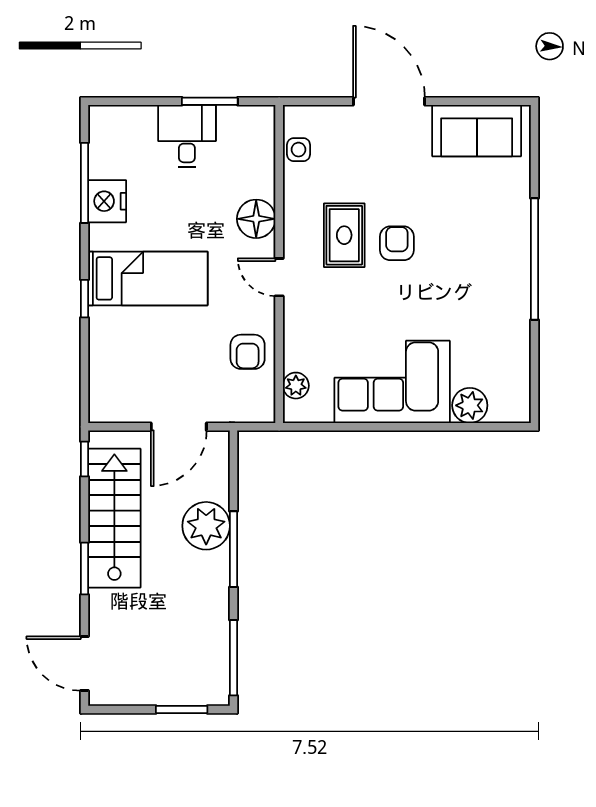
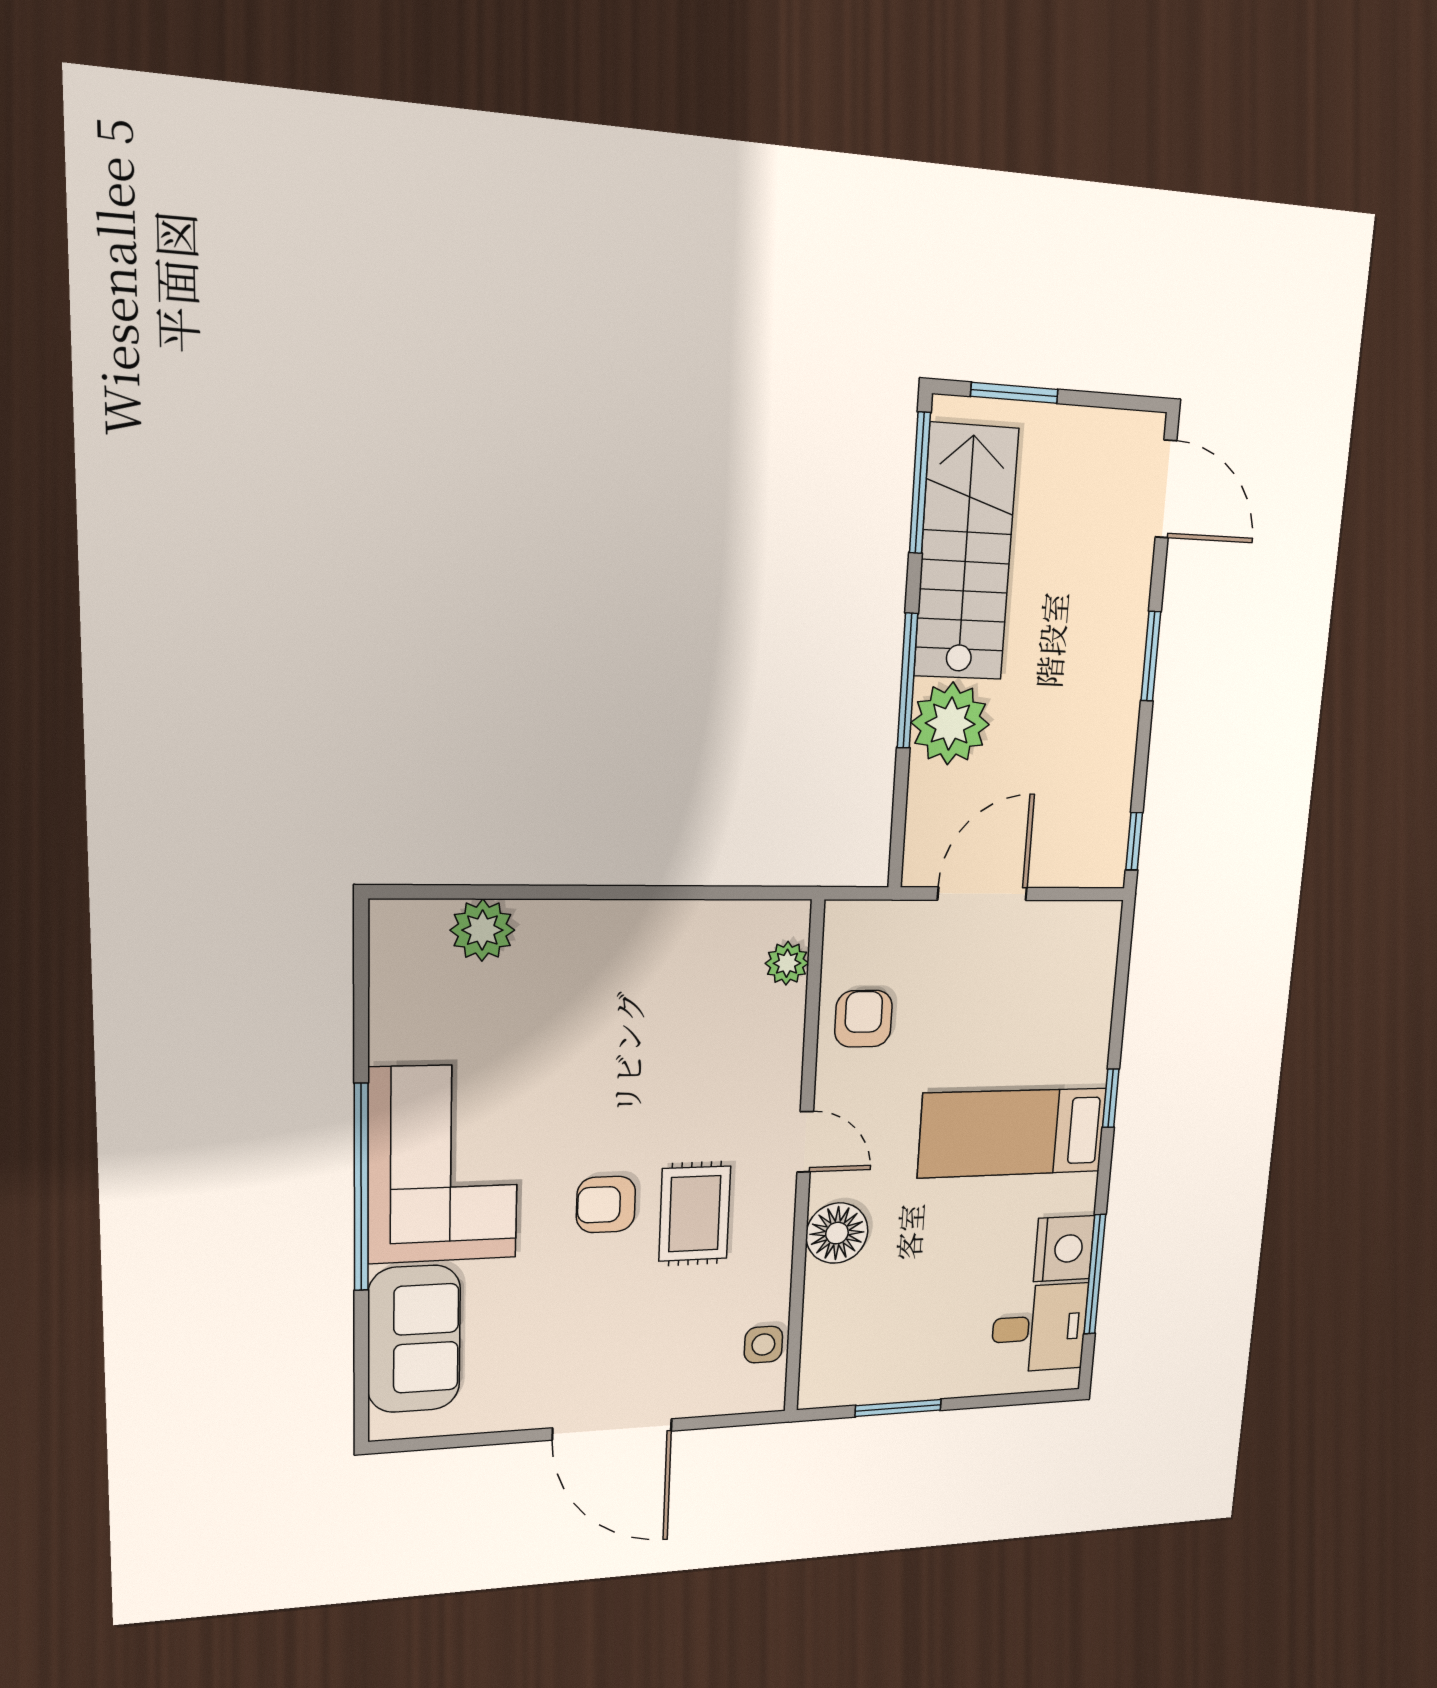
sofa: (477, 131) -> (414, 1339), moved, turned 90
desk: (187, 136) -> (1039, 1328), moved, turned -90
armchair: (397, 243) -> (606, 1204), turned 90
corner sofa: (392, 382) -> (443, 1164), moved, turned -90
stairs: (114, 518) -> (966, 553), moved, turned 180

